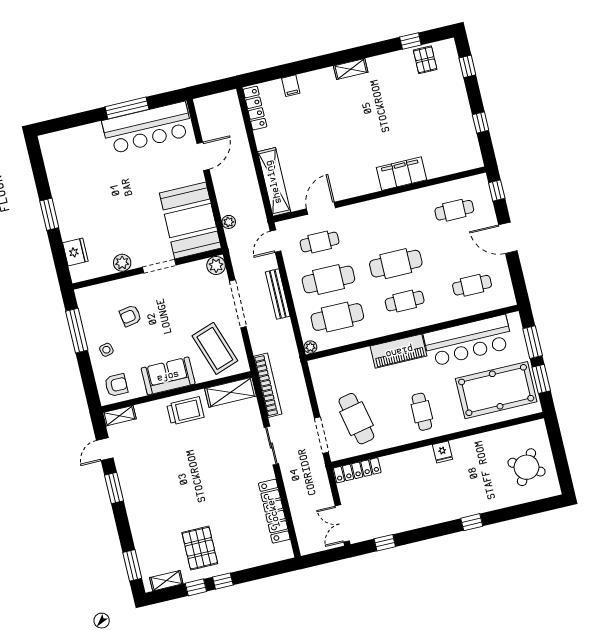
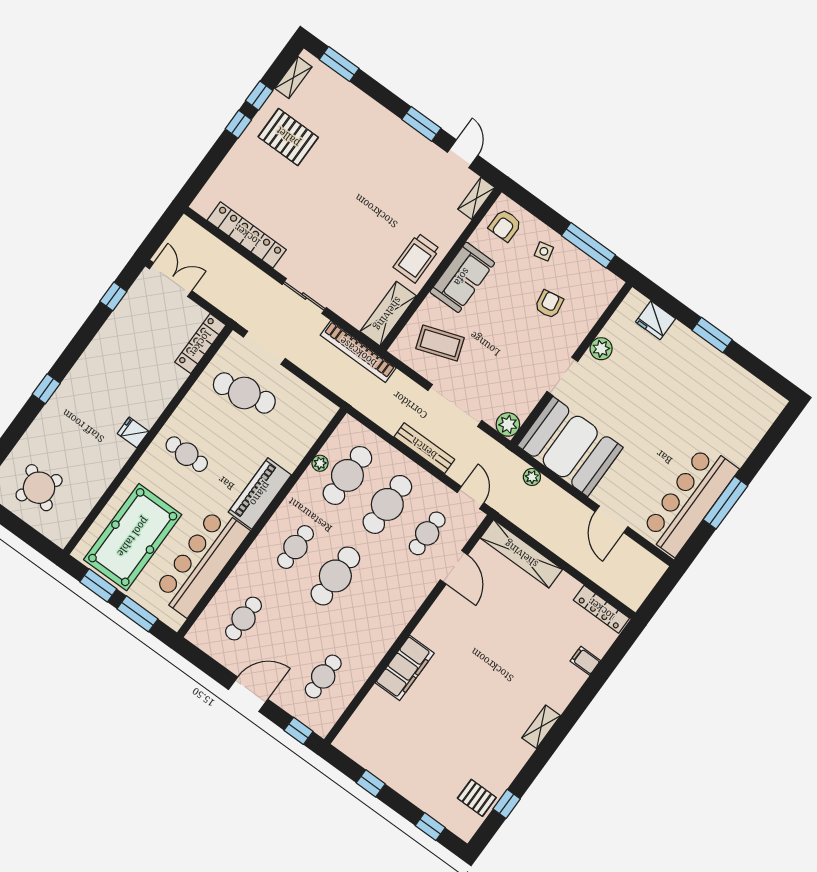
plant: (310, 347) -> (320, 463), moved
coffee table: (215, 348) -> (440, 343), width x0.73, depth x0.76

